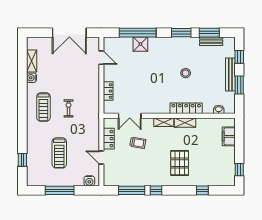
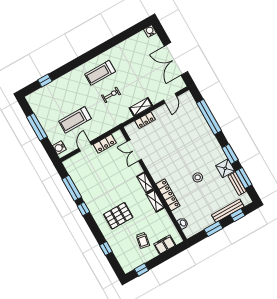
shower: (140, 44) -> (225, 168), moved
shelving: (32, 61) -> (141, 107), moved
bench: (230, 75) -> (228, 211), moved
water cooler: (32, 78) -> (150, 31), moved
trolley: (138, 143) -> (143, 240), moved
treadmill: (59, 153) -> (75, 120), moved

